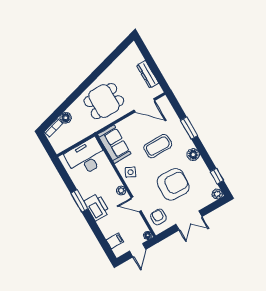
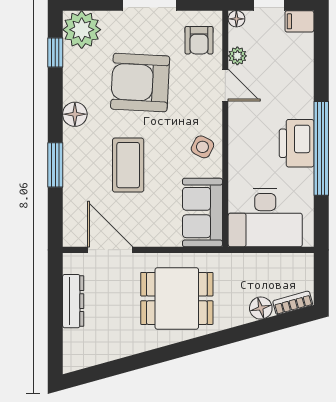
coffee table: (158, 146) -> (128, 165), turned 90
plant: (121, 191) -> (237, 56), moved
plant: (217, 194) -> (82, 30), width x1.87, depth x1.87
window: (79, 201) -> (321, 148), width x2.11
printer: (97, 207) -> (297, 143), moved
filing cabinet: (115, 241) -> (299, 21), moved

